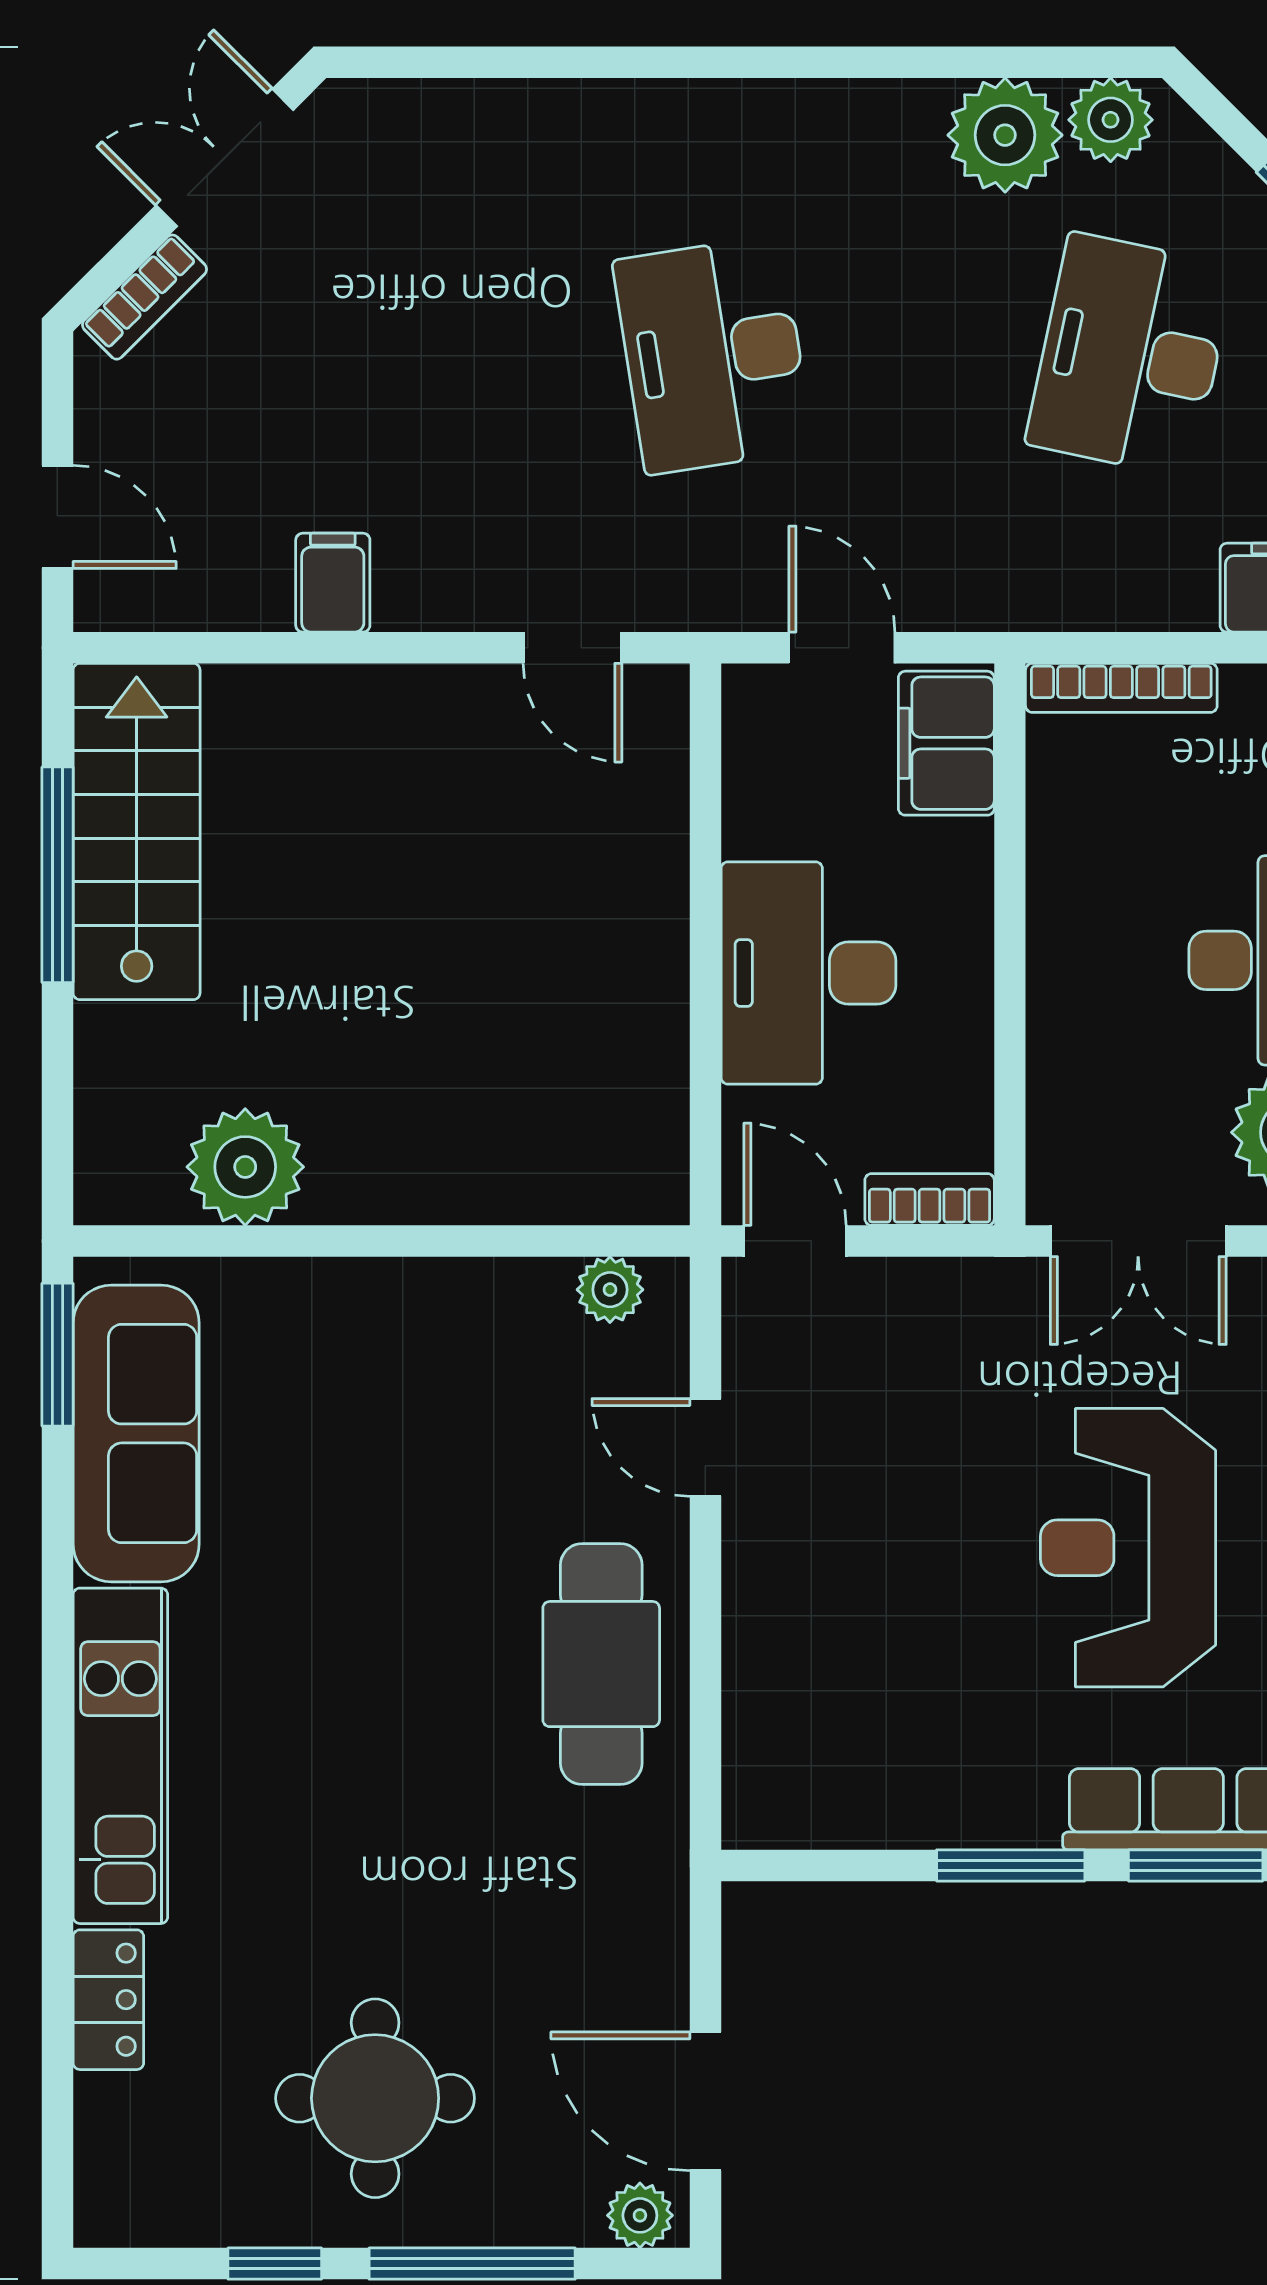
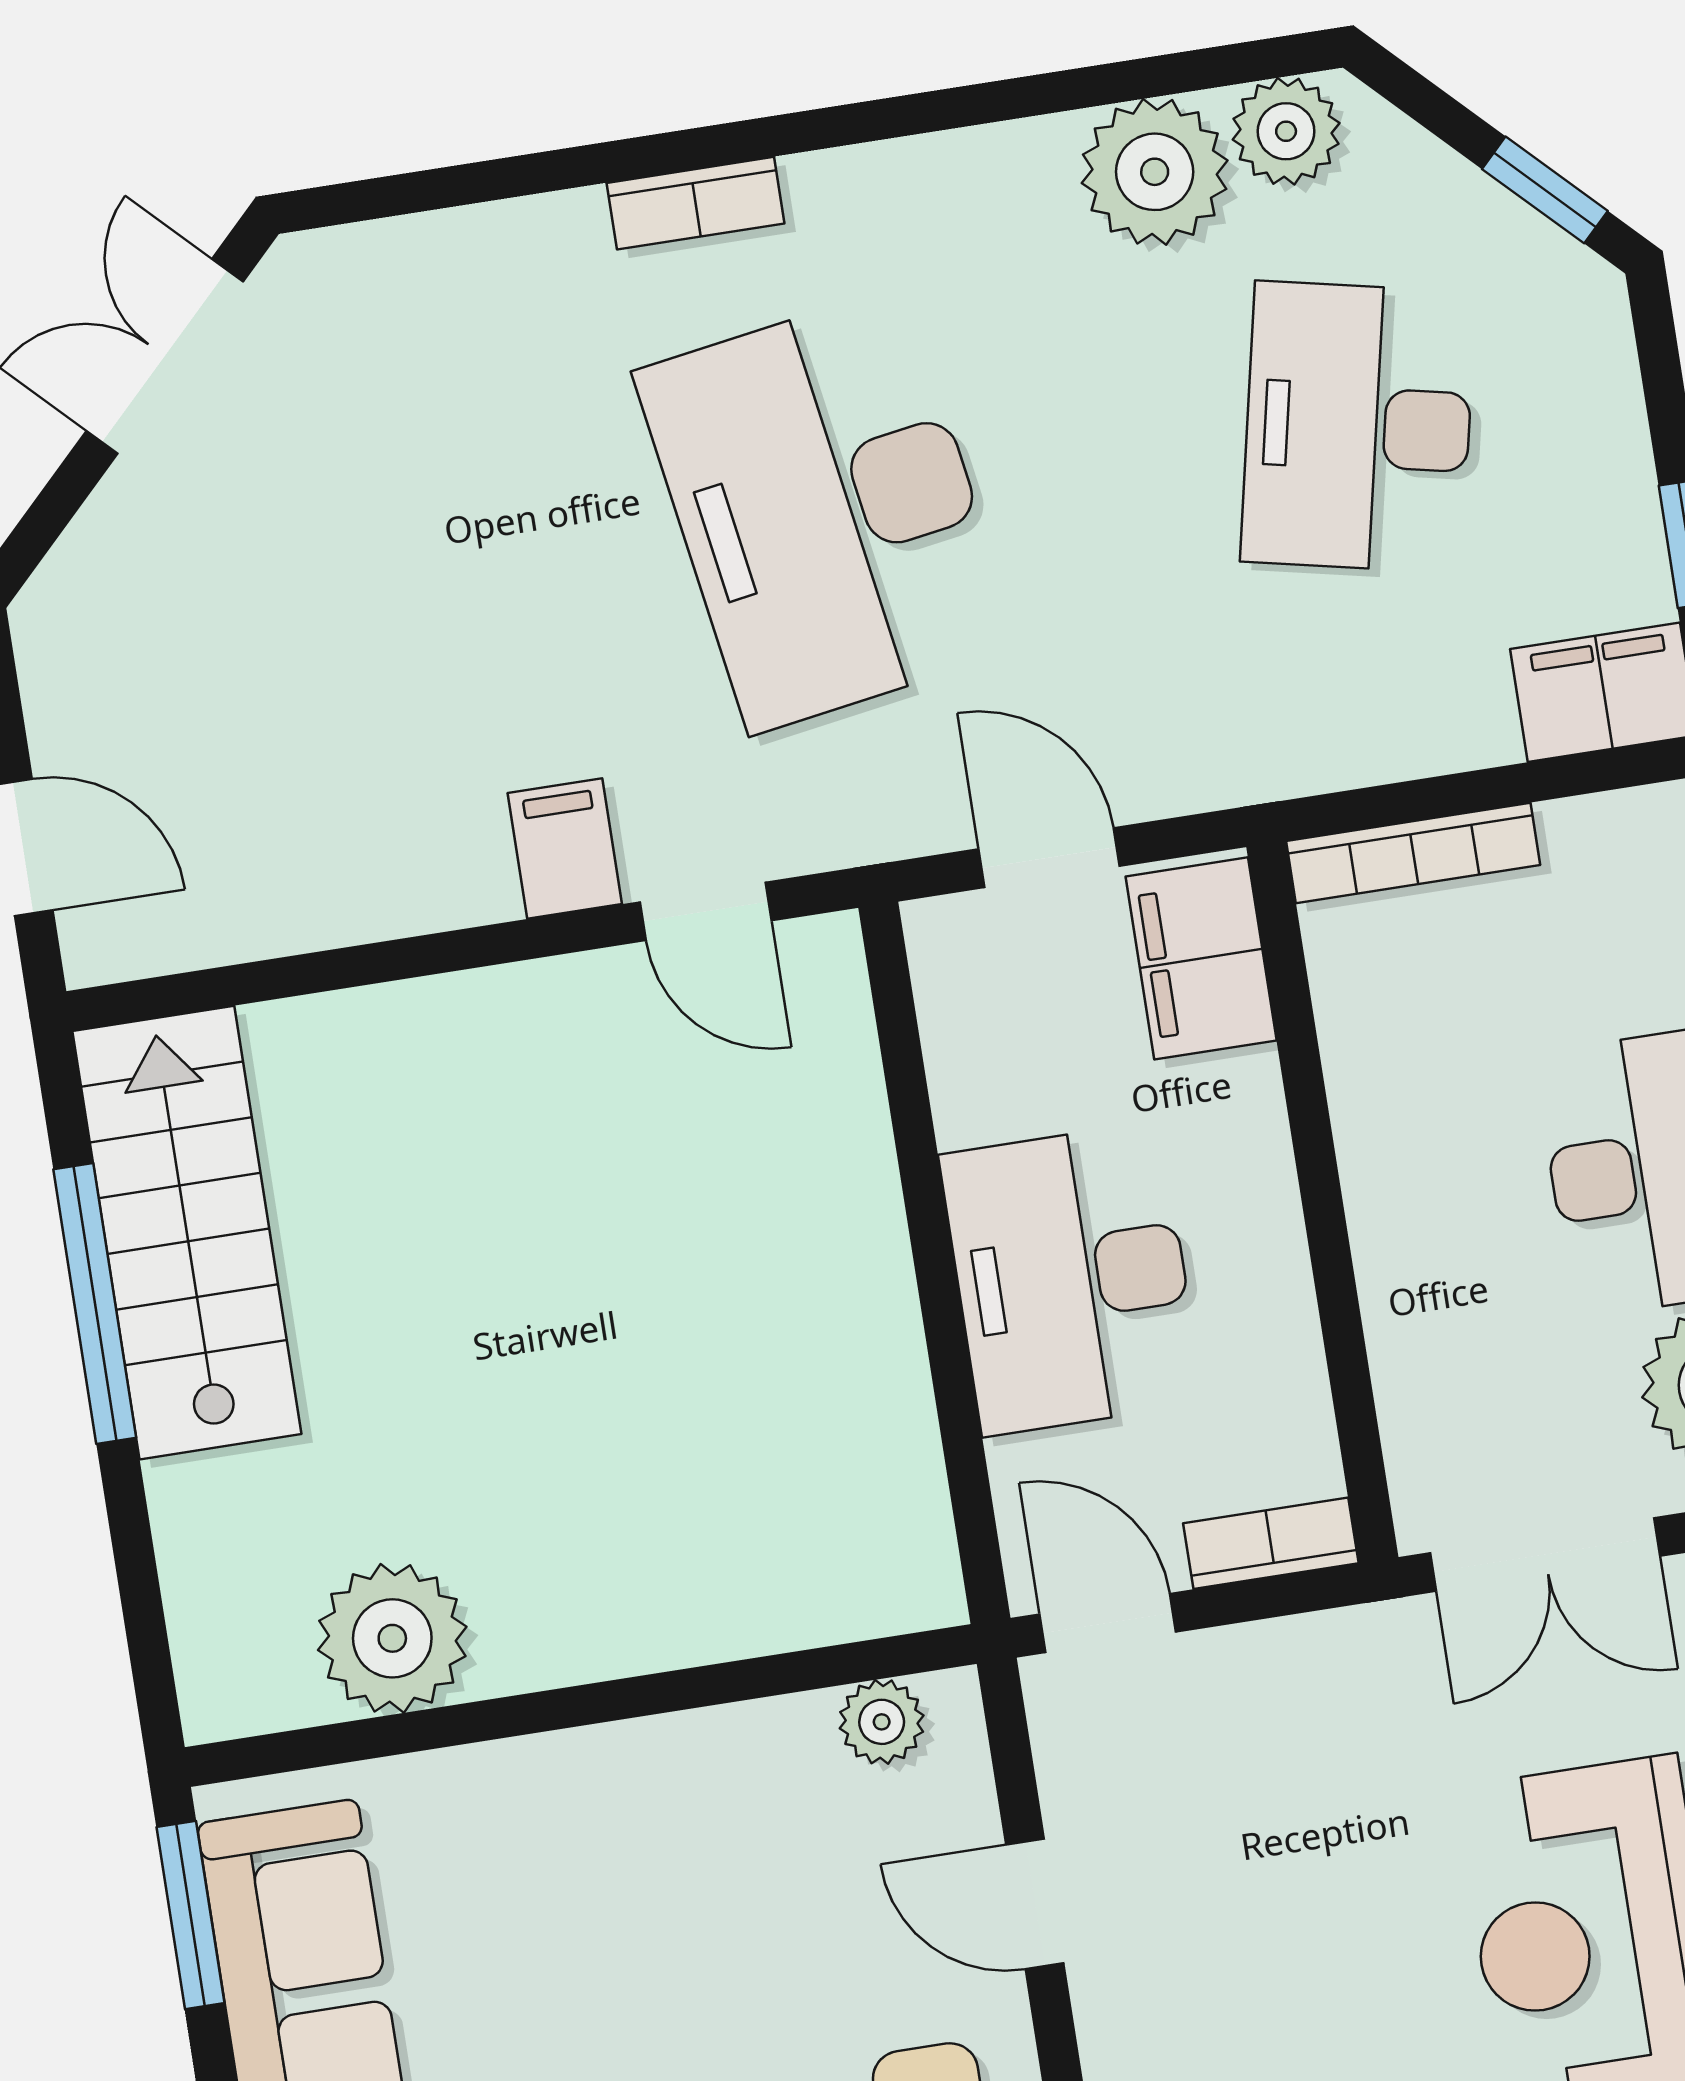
bookcase: (144, 297) -> (696, 203), moved, turned 45
desk: (713, 355) -> (827, 510), width x1.36, depth x1.30
filing cabinet: (333, 583) -> (565, 849), moved

